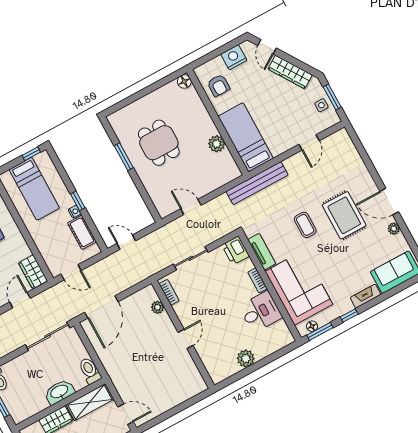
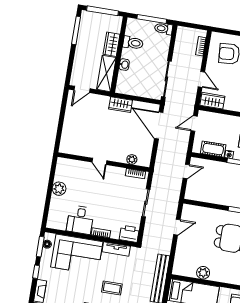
wardrobe: (110, 363) -> (121, 105), added
toilet: (90, 371) -> (133, 43), moved
washbasin: (59, 392) -> (124, 65), width x0.52, depth x0.69

